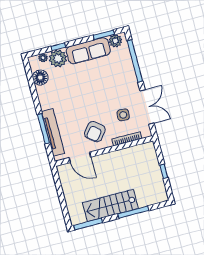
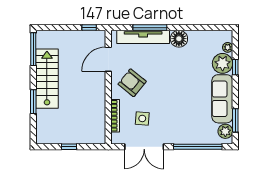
floor lamp: (40, 78) -> (179, 39), moved
window: (57, 181) -> (89, 28), added
window: (133, 212) -> (33, 102), width x0.69

